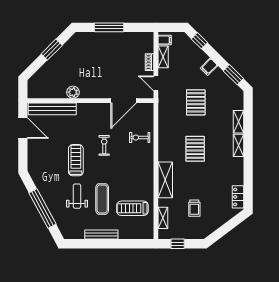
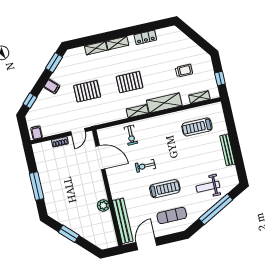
shelving: (163, 57) -> (137, 111), moved
treadmill: (76, 160) -> (165, 189), turned 180
weight bench: (77, 196) -> (208, 187), moved
locker: (238, 197) -> (145, 37), moved
exercise mat: (102, 199) -> (172, 216), moved
treadmill: (132, 208) -> (197, 127), turned 90

